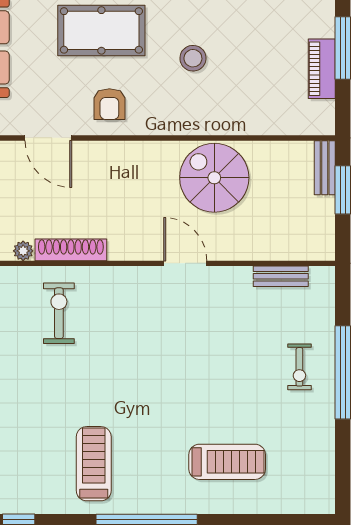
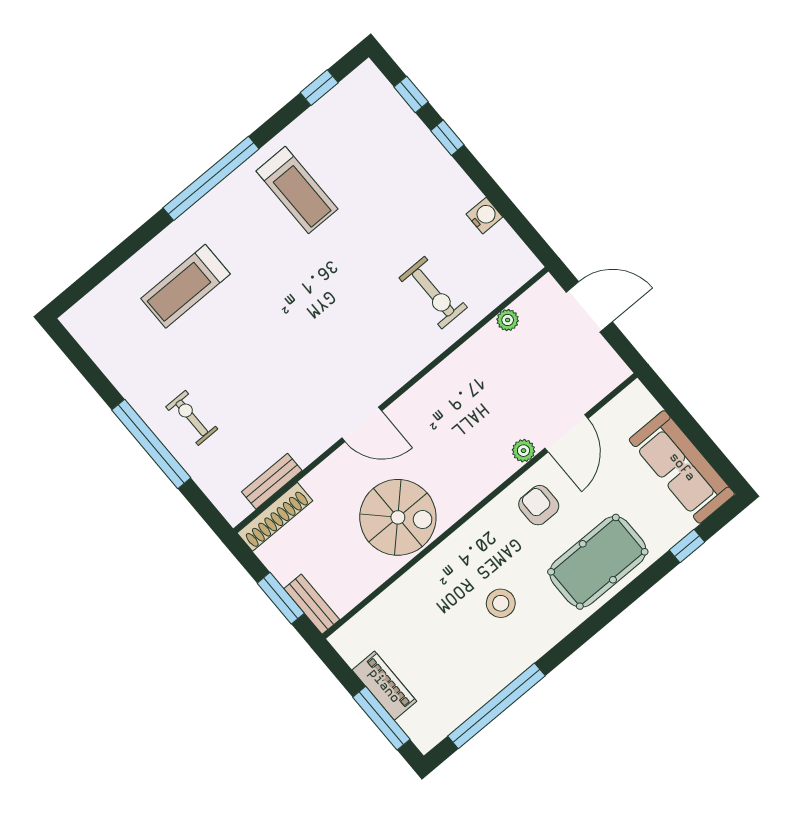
door: (48, 138) -> (566, 433), swing flipped
plant: (88, 151) -> (523, 451), added
shoe rack: (71, 250) -> (275, 517), moved

